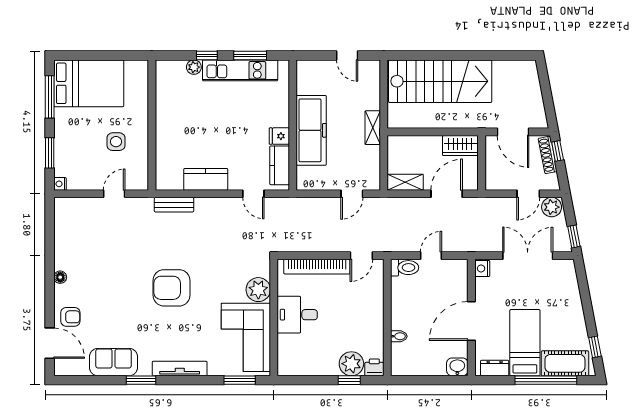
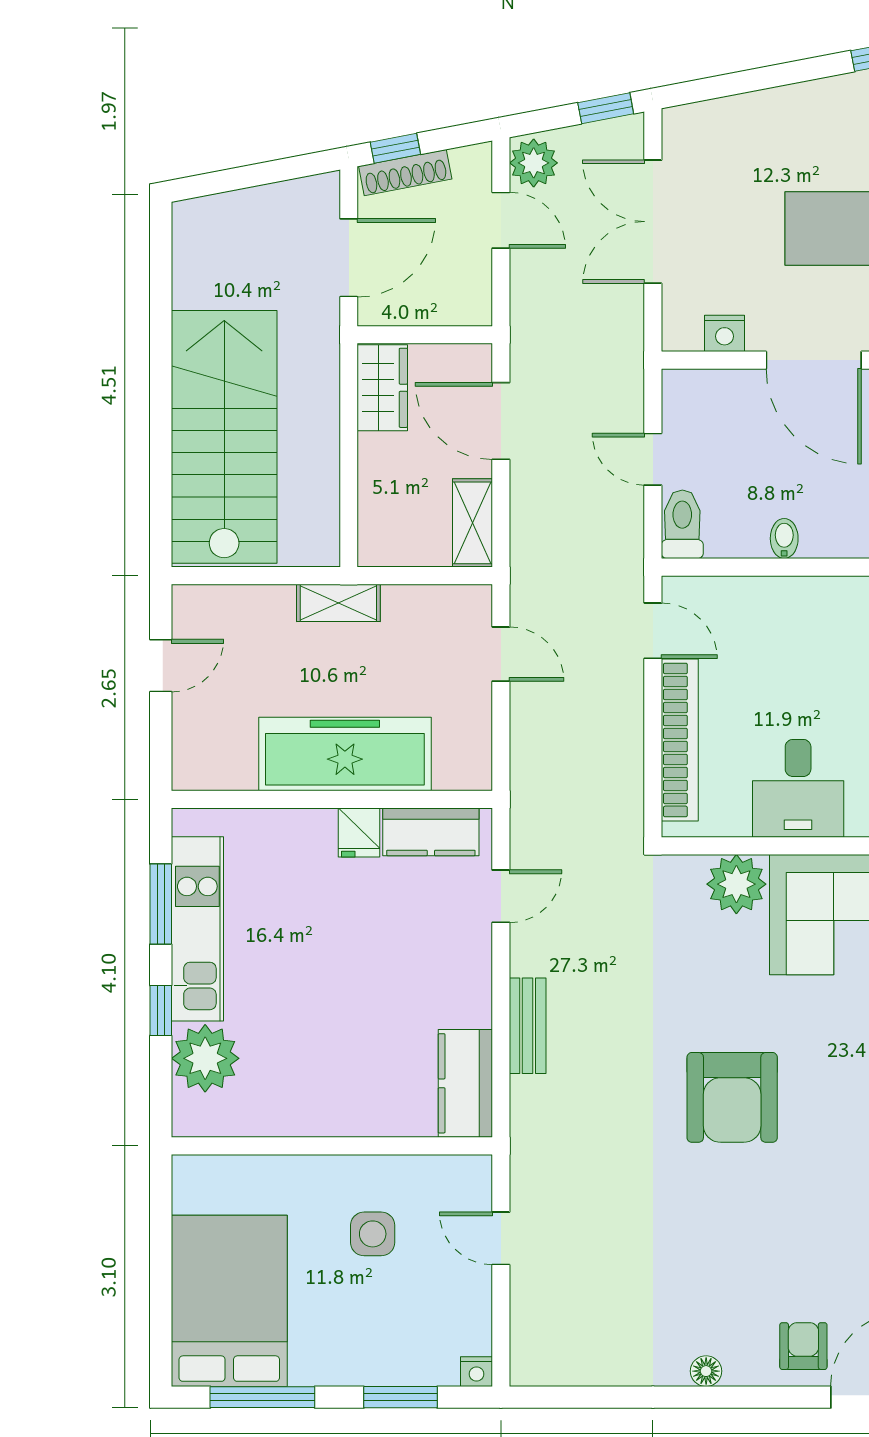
plant: (194, 67) -> (205, 1058), width x1.88, depth x1.88
kitchen counter: (206, 179) -> (465, 1083), moved
bench: (174, 205) -> (528, 1026), moved
nightstand: (482, 268) -> (724, 333), moved
bidet: (399, 336) -> (784, 538), moved

